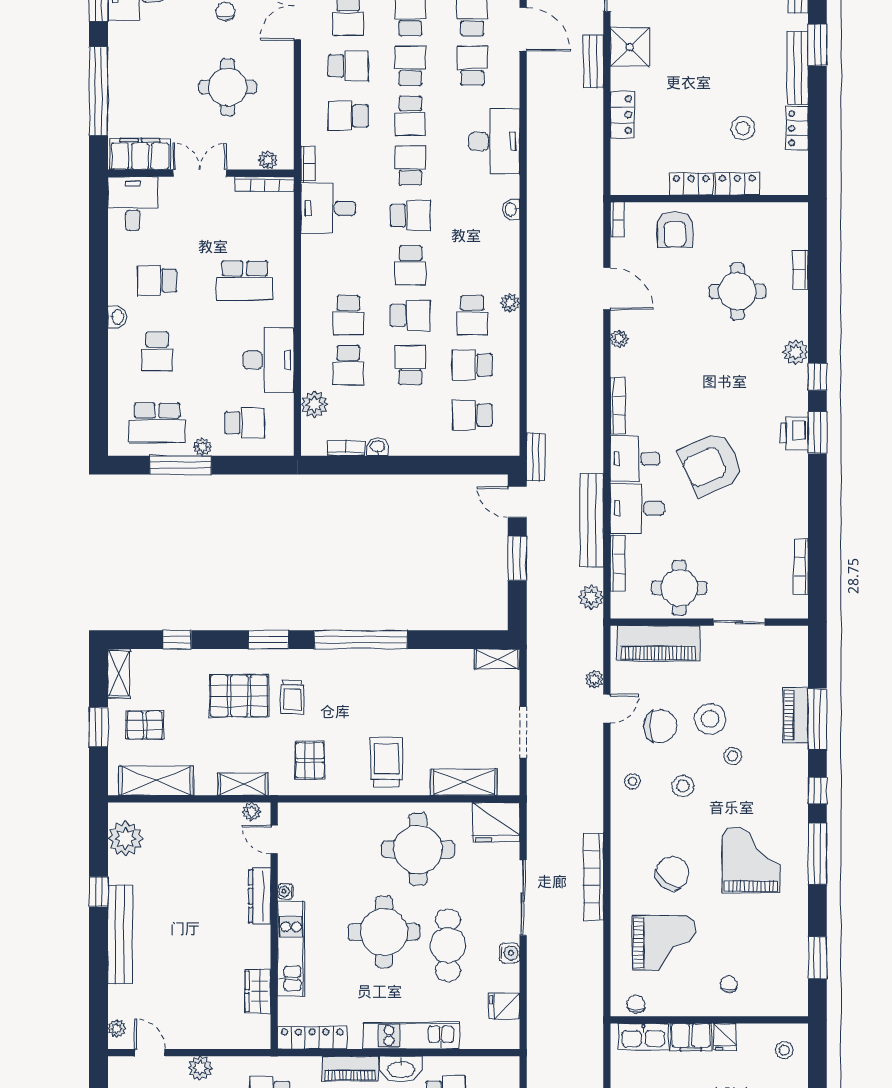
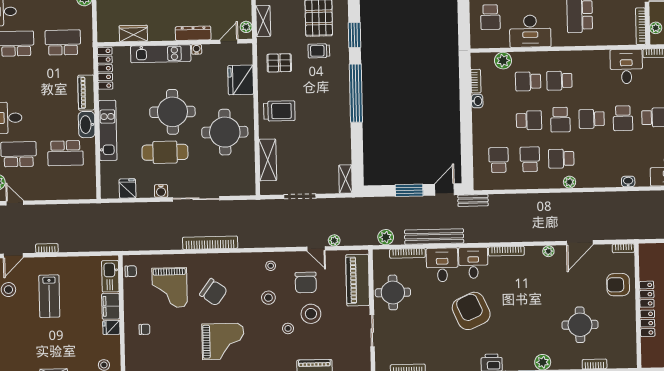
fridge: (496, 822) -> (241, 80), moved

